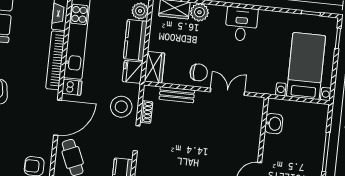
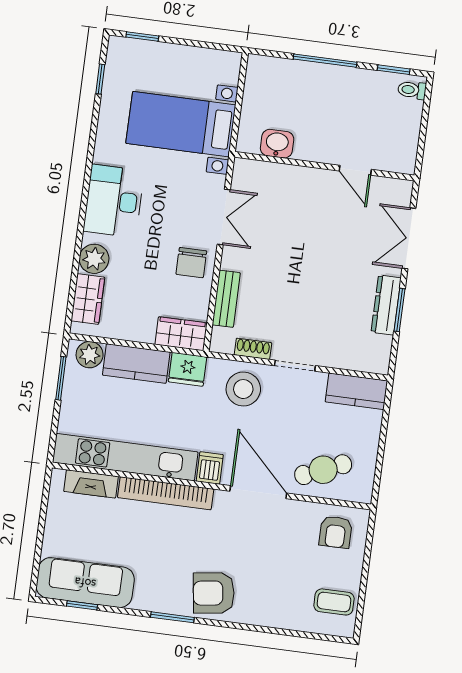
desk: (241, 24) -> (114, 201), width x1.37
bed with nightstands: (306, 66) -> (181, 124), moved
chair: (199, 72) -> (191, 263), turned 180
double door: (227, 92) -> (224, 217), swing flipped

